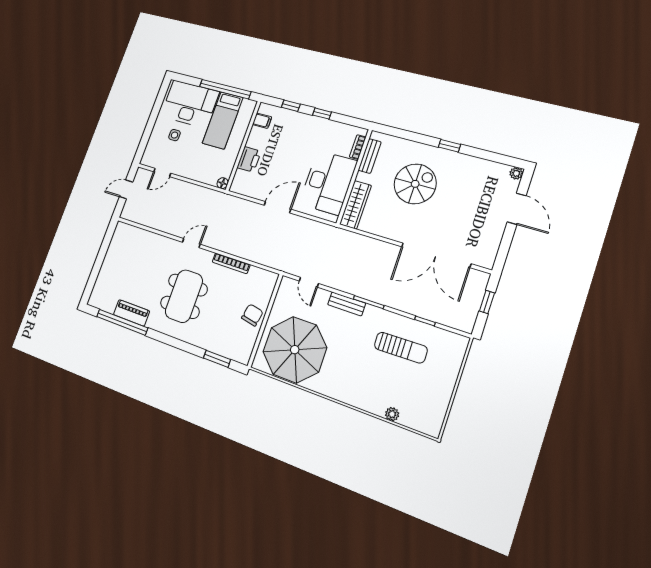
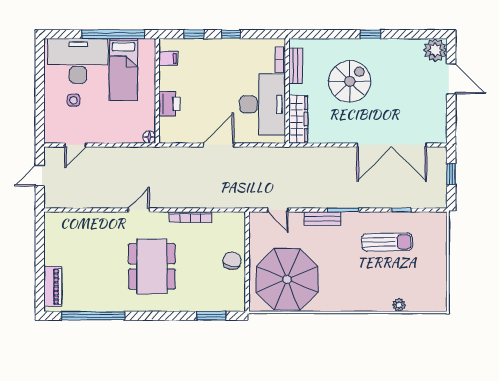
plant: (516, 173) -> (435, 50), width x1.87, depth x1.87
piano: (131, 313) -> (53, 287), moved, turned 90

